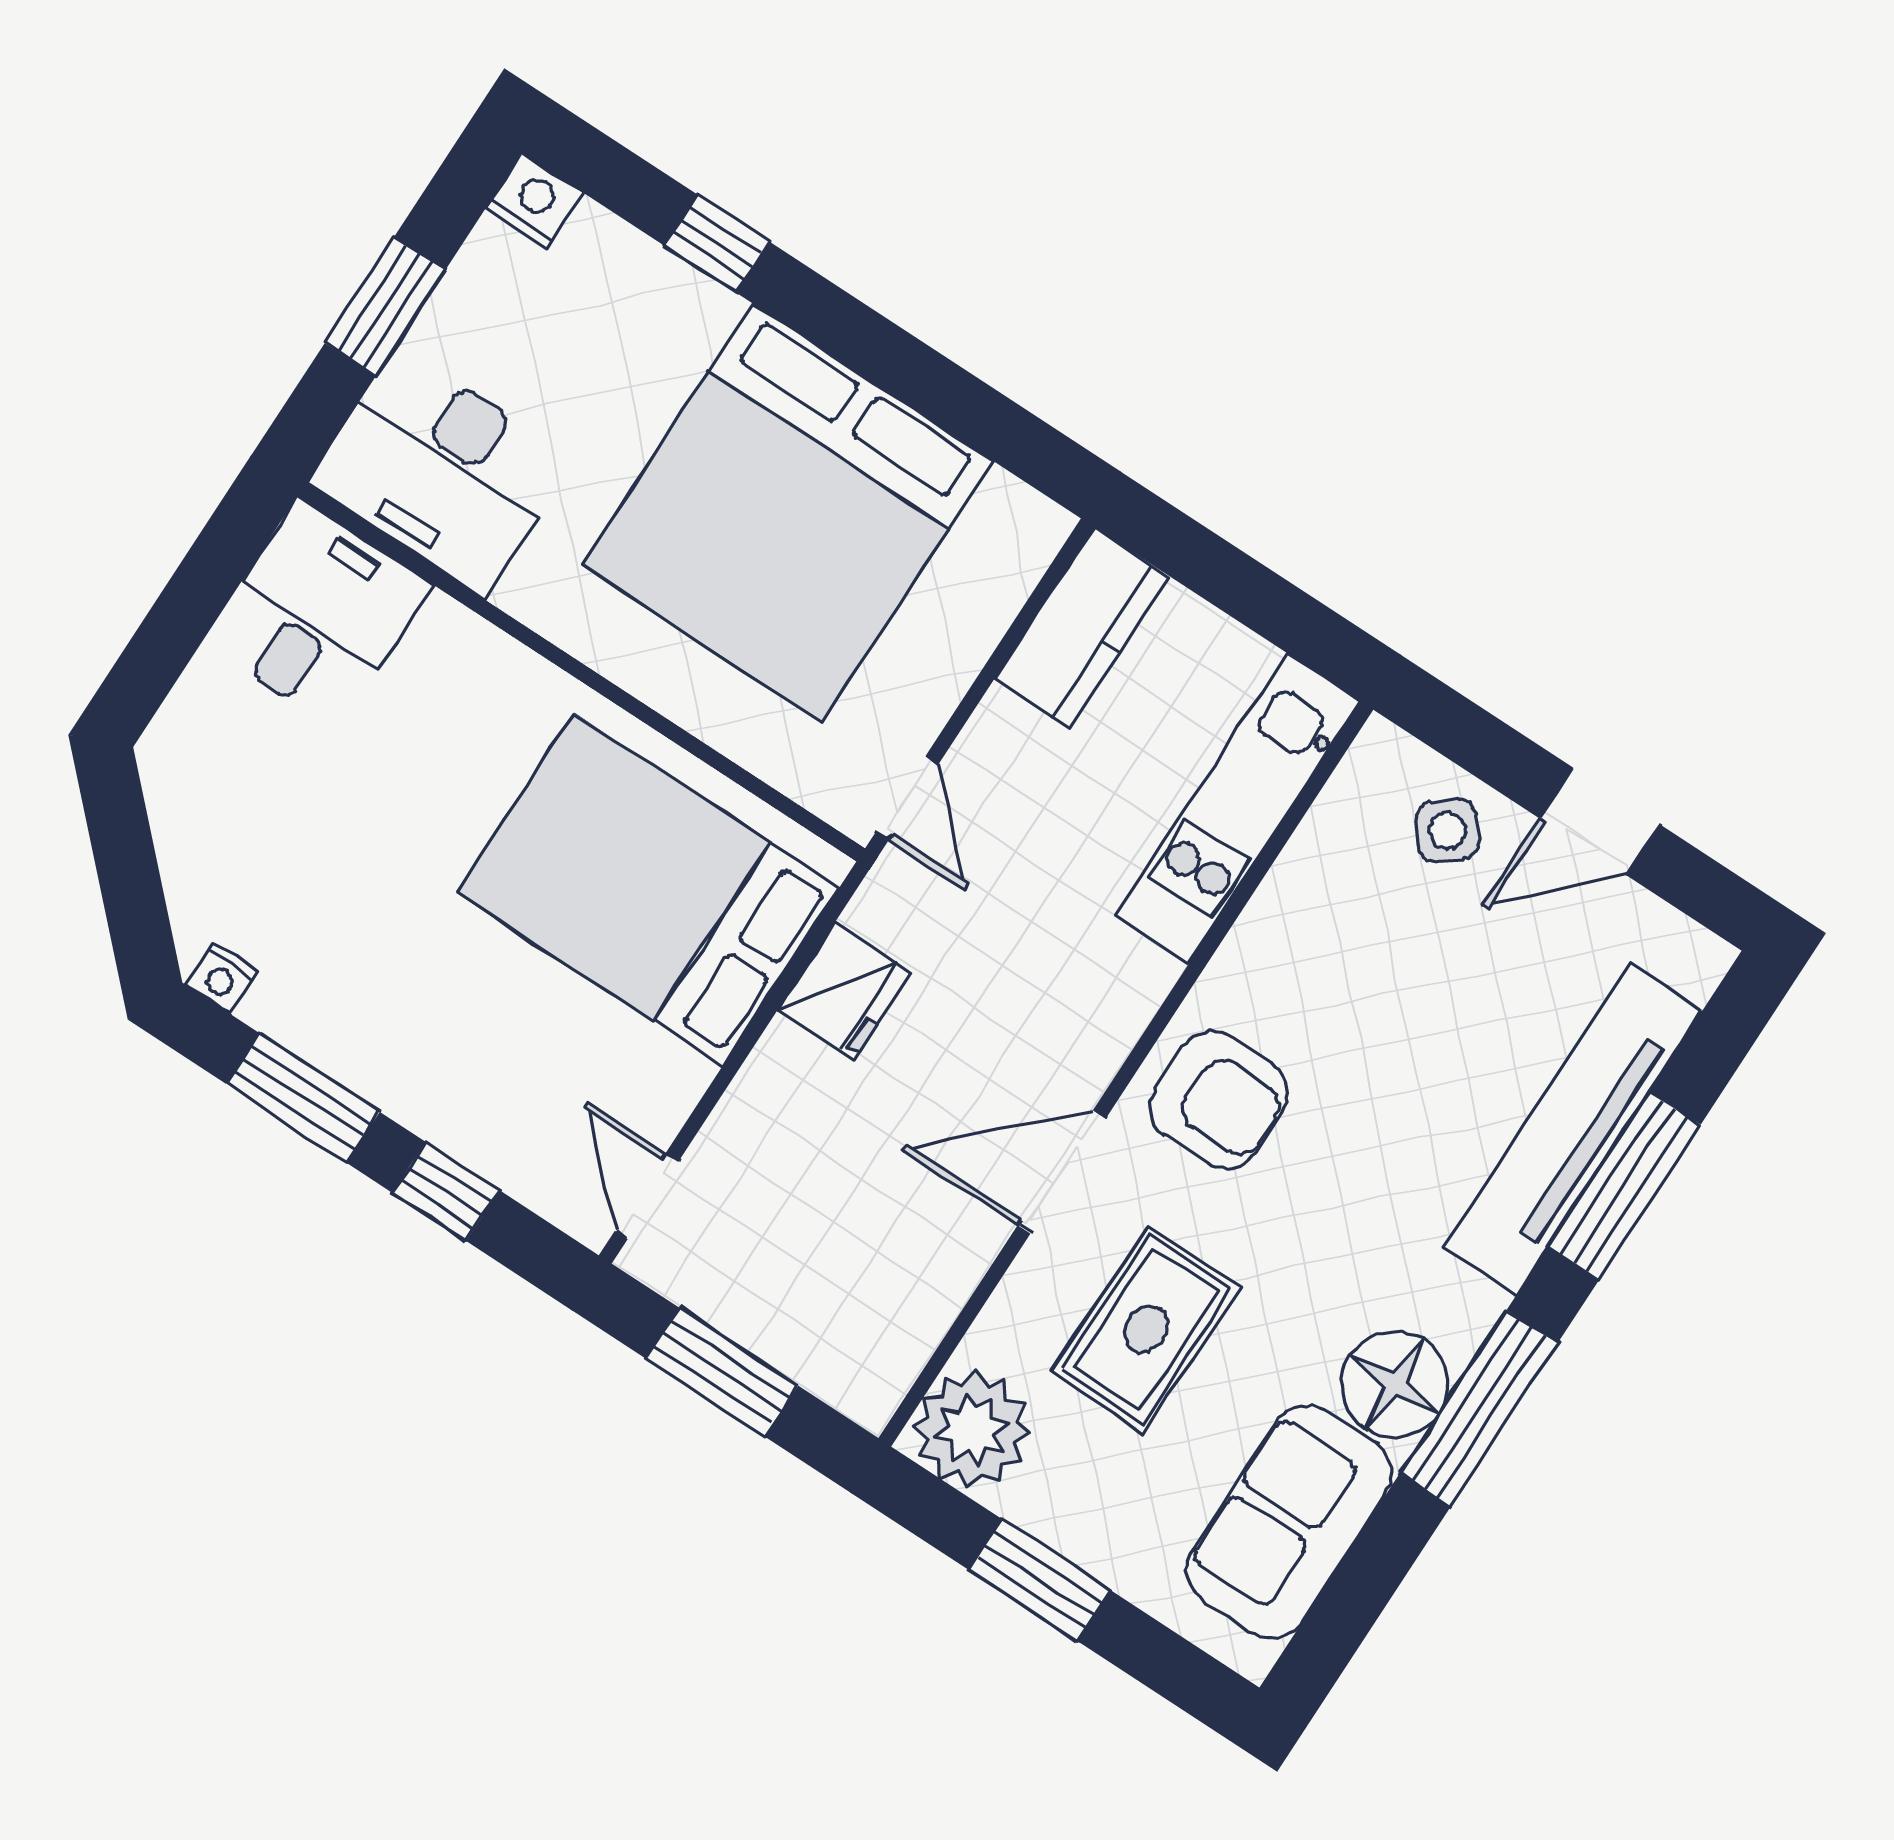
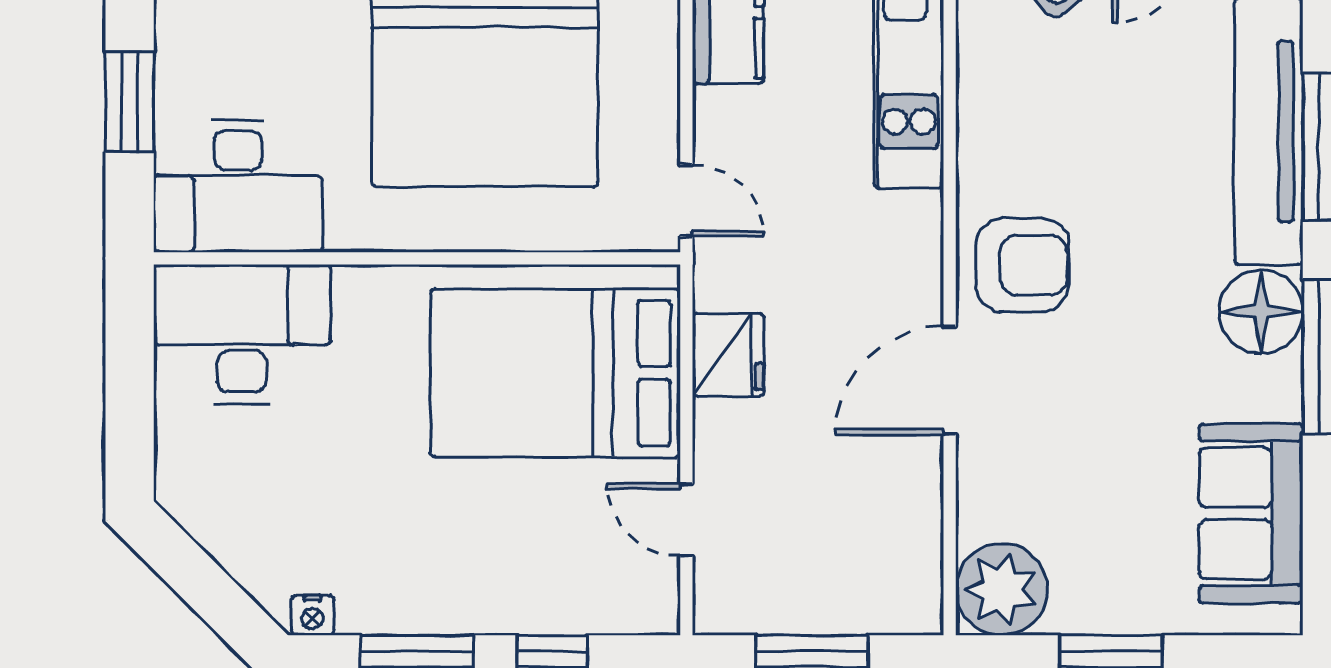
desk: (318, 614) -> (242, 334), width x1.37
door: (647, 1196) -> (686, 520), moved
rug: (1146, 1329) -> (1073, 448), removed
floor lamp: (1395, 1384) -> (1261, 312), moved

